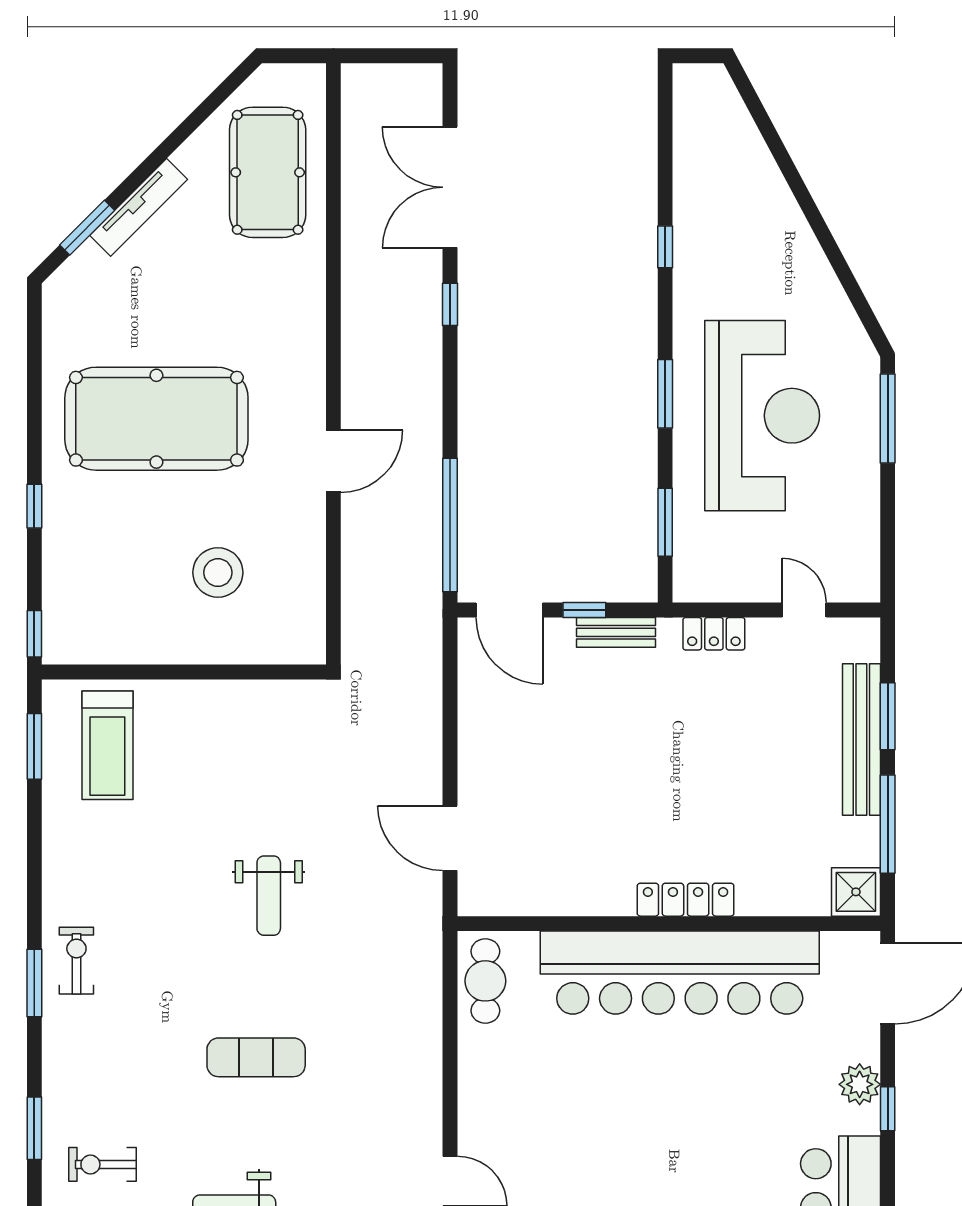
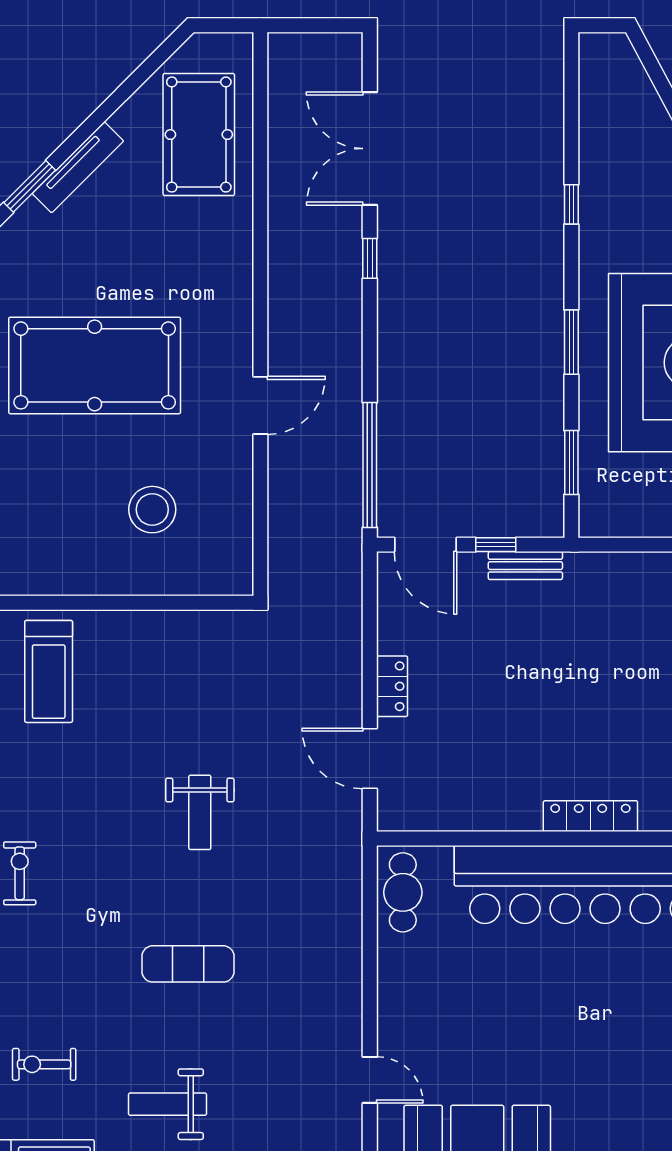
locker: (714, 634) -> (392, 686), moved, turned -90

